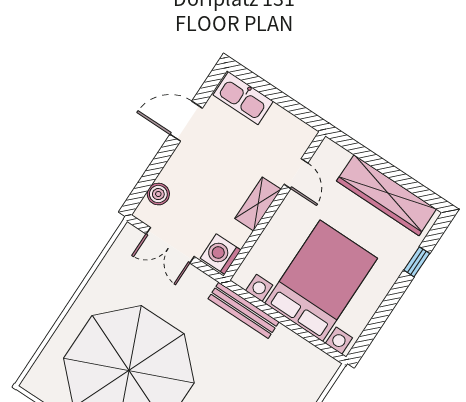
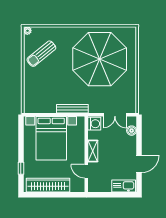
double door: (170, 245) -> (115, 115), swing flipped

